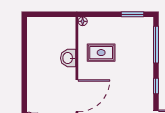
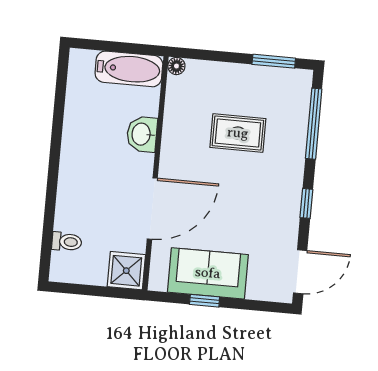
bathtub: (58, 25) -> (129, 69), added
rug: (101, 53) -> (238, 133), moved

